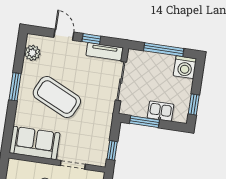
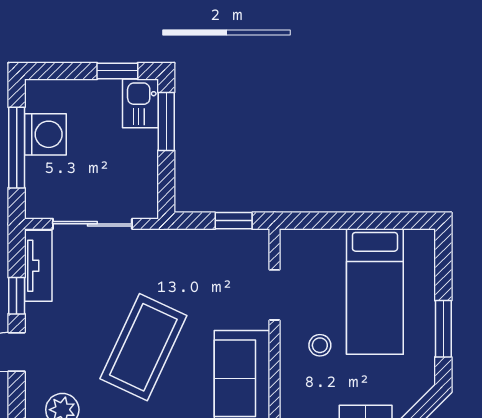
washing machine: (185, 67) -> (45, 134), moved
kitchen sink: (161, 111) -> (140, 103), moved
window: (144, 122) -> (166, 121), moved

